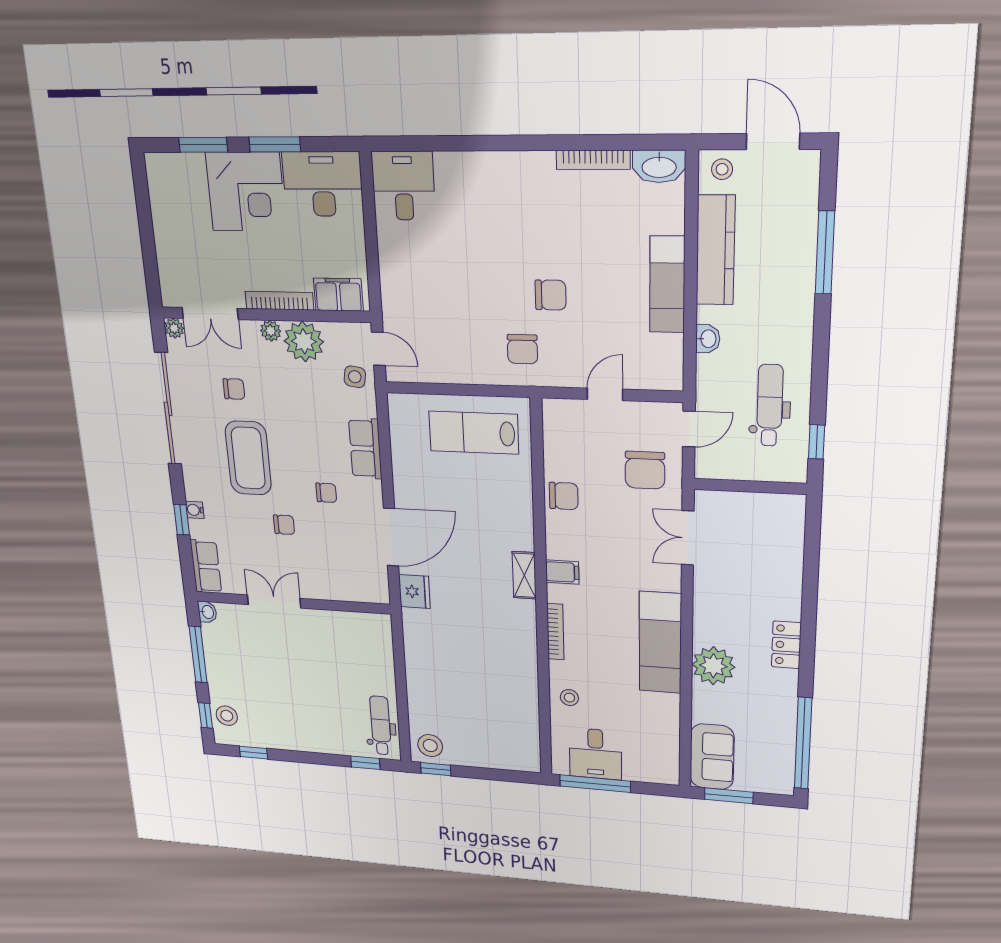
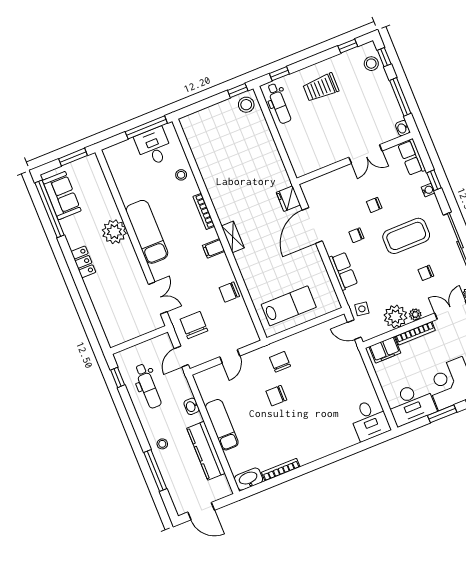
stool: (722, 169) -> (162, 444), moved
coffee table: (248, 458) -> (406, 236), turned 90
trolley: (311, 718) -> (321, 88), added
sofa: (712, 757) -> (62, 196), moved, turned 180

